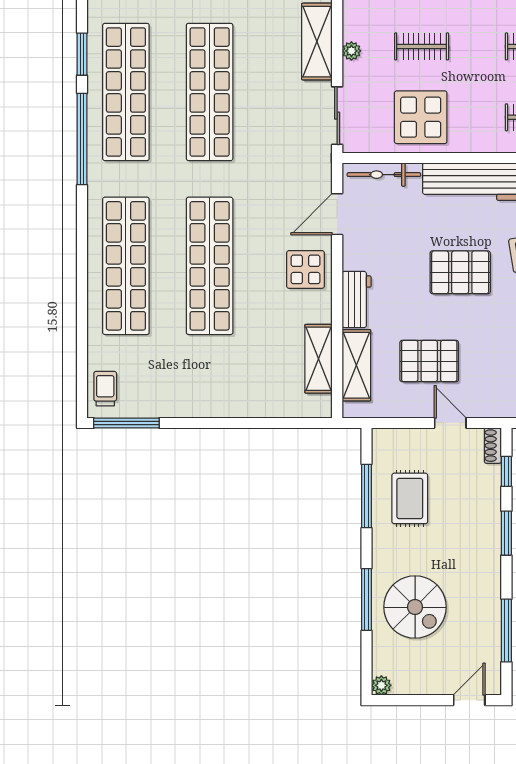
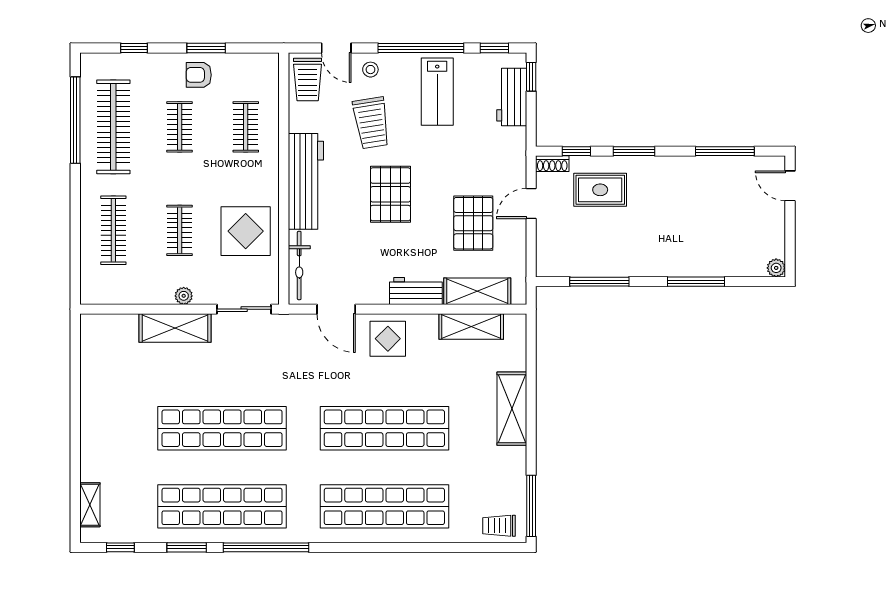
shelving: (231, 402) -> (512, 409), added
rug: (410, 498) -> (600, 190), moved
spiral stairs: (415, 607) -> (703, 236), removed

